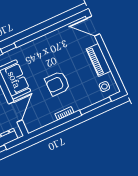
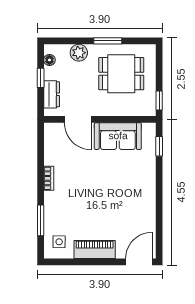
armchair: (57, 84) -> (89, 186), removed
window: (96, 106) -> (41, 220), width x0.69

